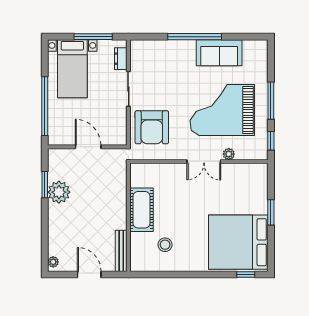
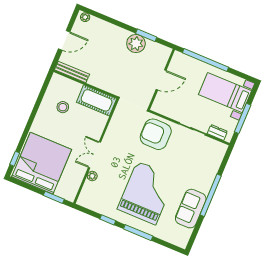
plant: (229, 154) -> (92, 176), moved
wall: (199, 161) -> (96, 151), moved
double door: (204, 161) -> (95, 155), moved

